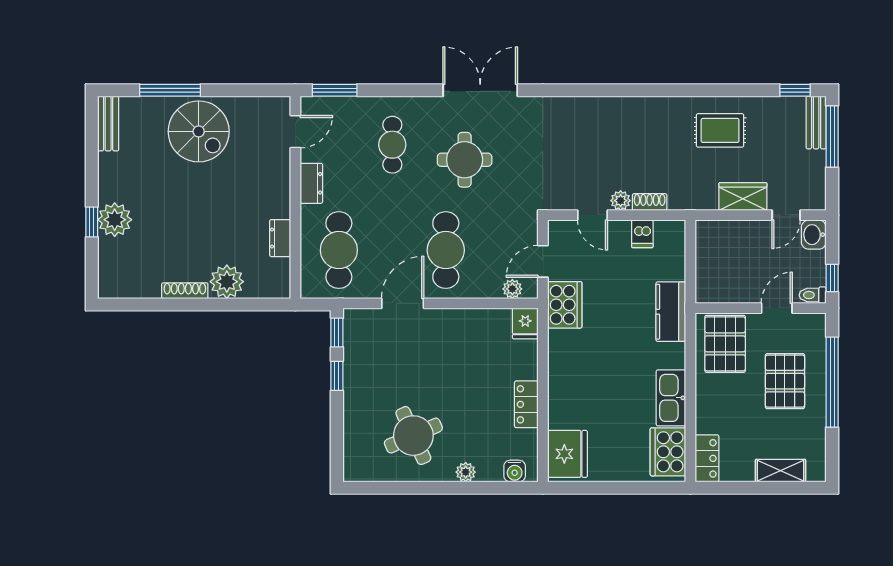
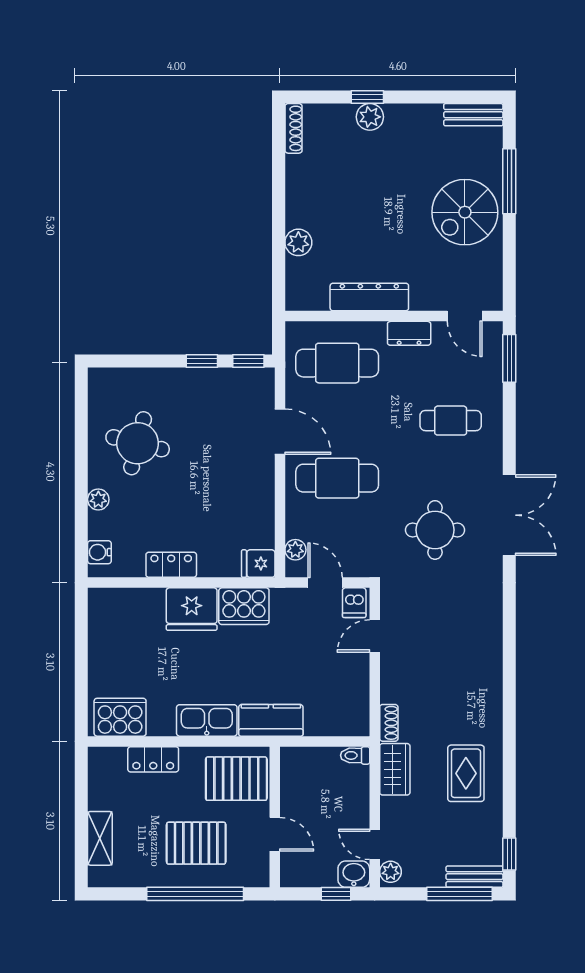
round table: (465, 160) -> (435, 530), moved
wardrobe: (743, 197) -> (395, 769), moved
plant: (621, 201) -> (391, 872), moved
shoe rack: (650, 202) -> (389, 723), moved
plant: (115, 220) -> (370, 117), width x0.73, depth x0.73
dishwasher: (642, 234) -> (354, 603), moved, turned -90
dresser: (280, 238) -> (369, 297), width x1.96, depth x1.24
window: (832, 278) -> (336, 894), moved
plant: (227, 282) -> (298, 242), width x0.73, depth x0.73
shoe rack: (185, 291) -> (293, 128), moved
toilet: (813, 295) -> (355, 755), moved, turned -90
cooker: (565, 305) -> (244, 606), moved
kitchen sink: (671, 398) -> (207, 720), moved
round table: (413, 436) -> (138, 443), turned 38
fridge: (567, 454) -> (192, 609), moved
locker: (707, 458) -> (153, 759), moved

